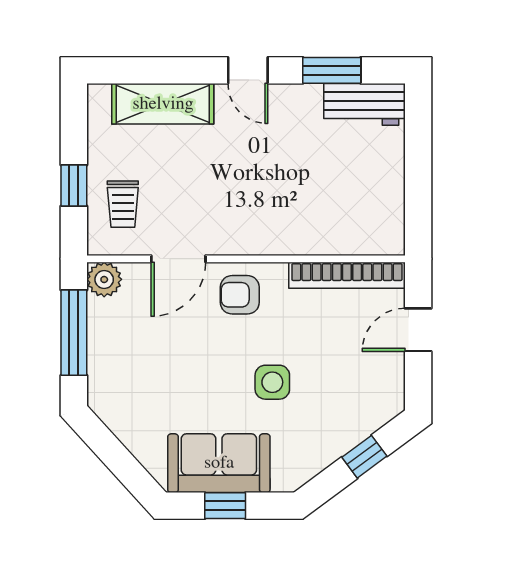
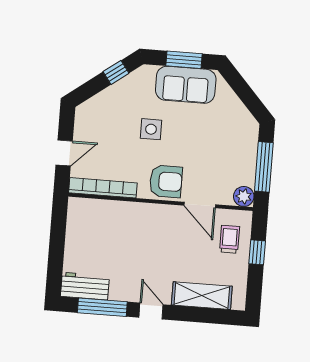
window: (332, 70) -> (102, 307), width x1.44
door: (178, 259) -> (200, 205), swing flipped
armchair: (240, 295) -> (166, 181), width x1.38, depth x1.38
window: (364, 457) -> (116, 72), moved
window: (225, 506) -> (184, 60), width x1.50

